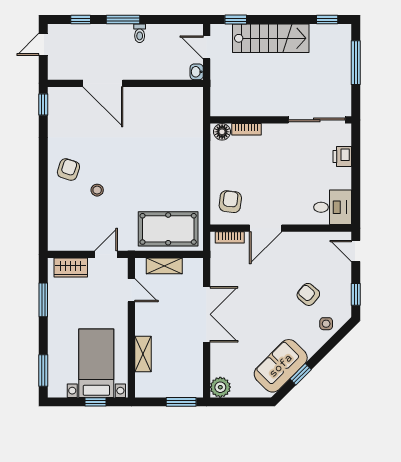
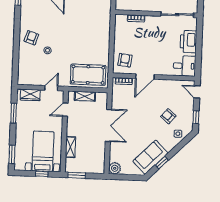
floor lamp: (222, 132) -> (122, 19), removed
printer: (342, 157) -> (188, 42), width x1.87, depth x1.48
door: (131, 290) -> (65, 110), swing flipped
window: (181, 402) -> (77, 175), moved

